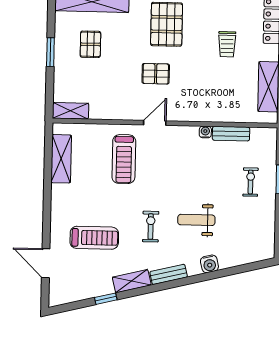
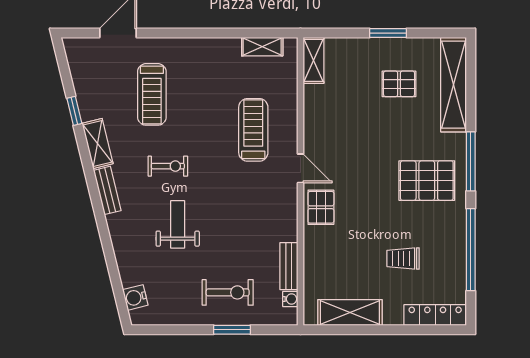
pallet: (156, 74) -> (321, 207), moved
water cooler: (205, 132) -> (290, 299), moved
shelving: (61, 159) -> (262, 47), width x0.67, depth x0.75
treadmill: (124, 159) -> (253, 130), turned 90
exercise bike: (251, 182) -> (228, 292), width x1.38, depth x1.39
water cooler: (209, 264) -> (135, 297), moved

